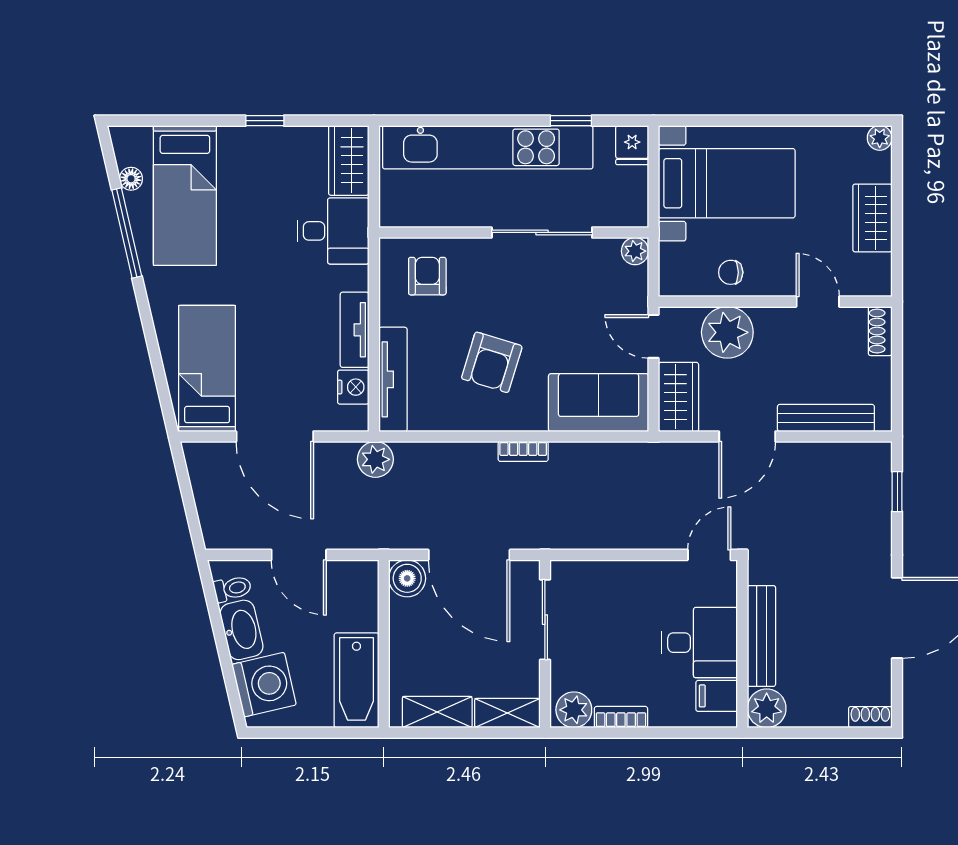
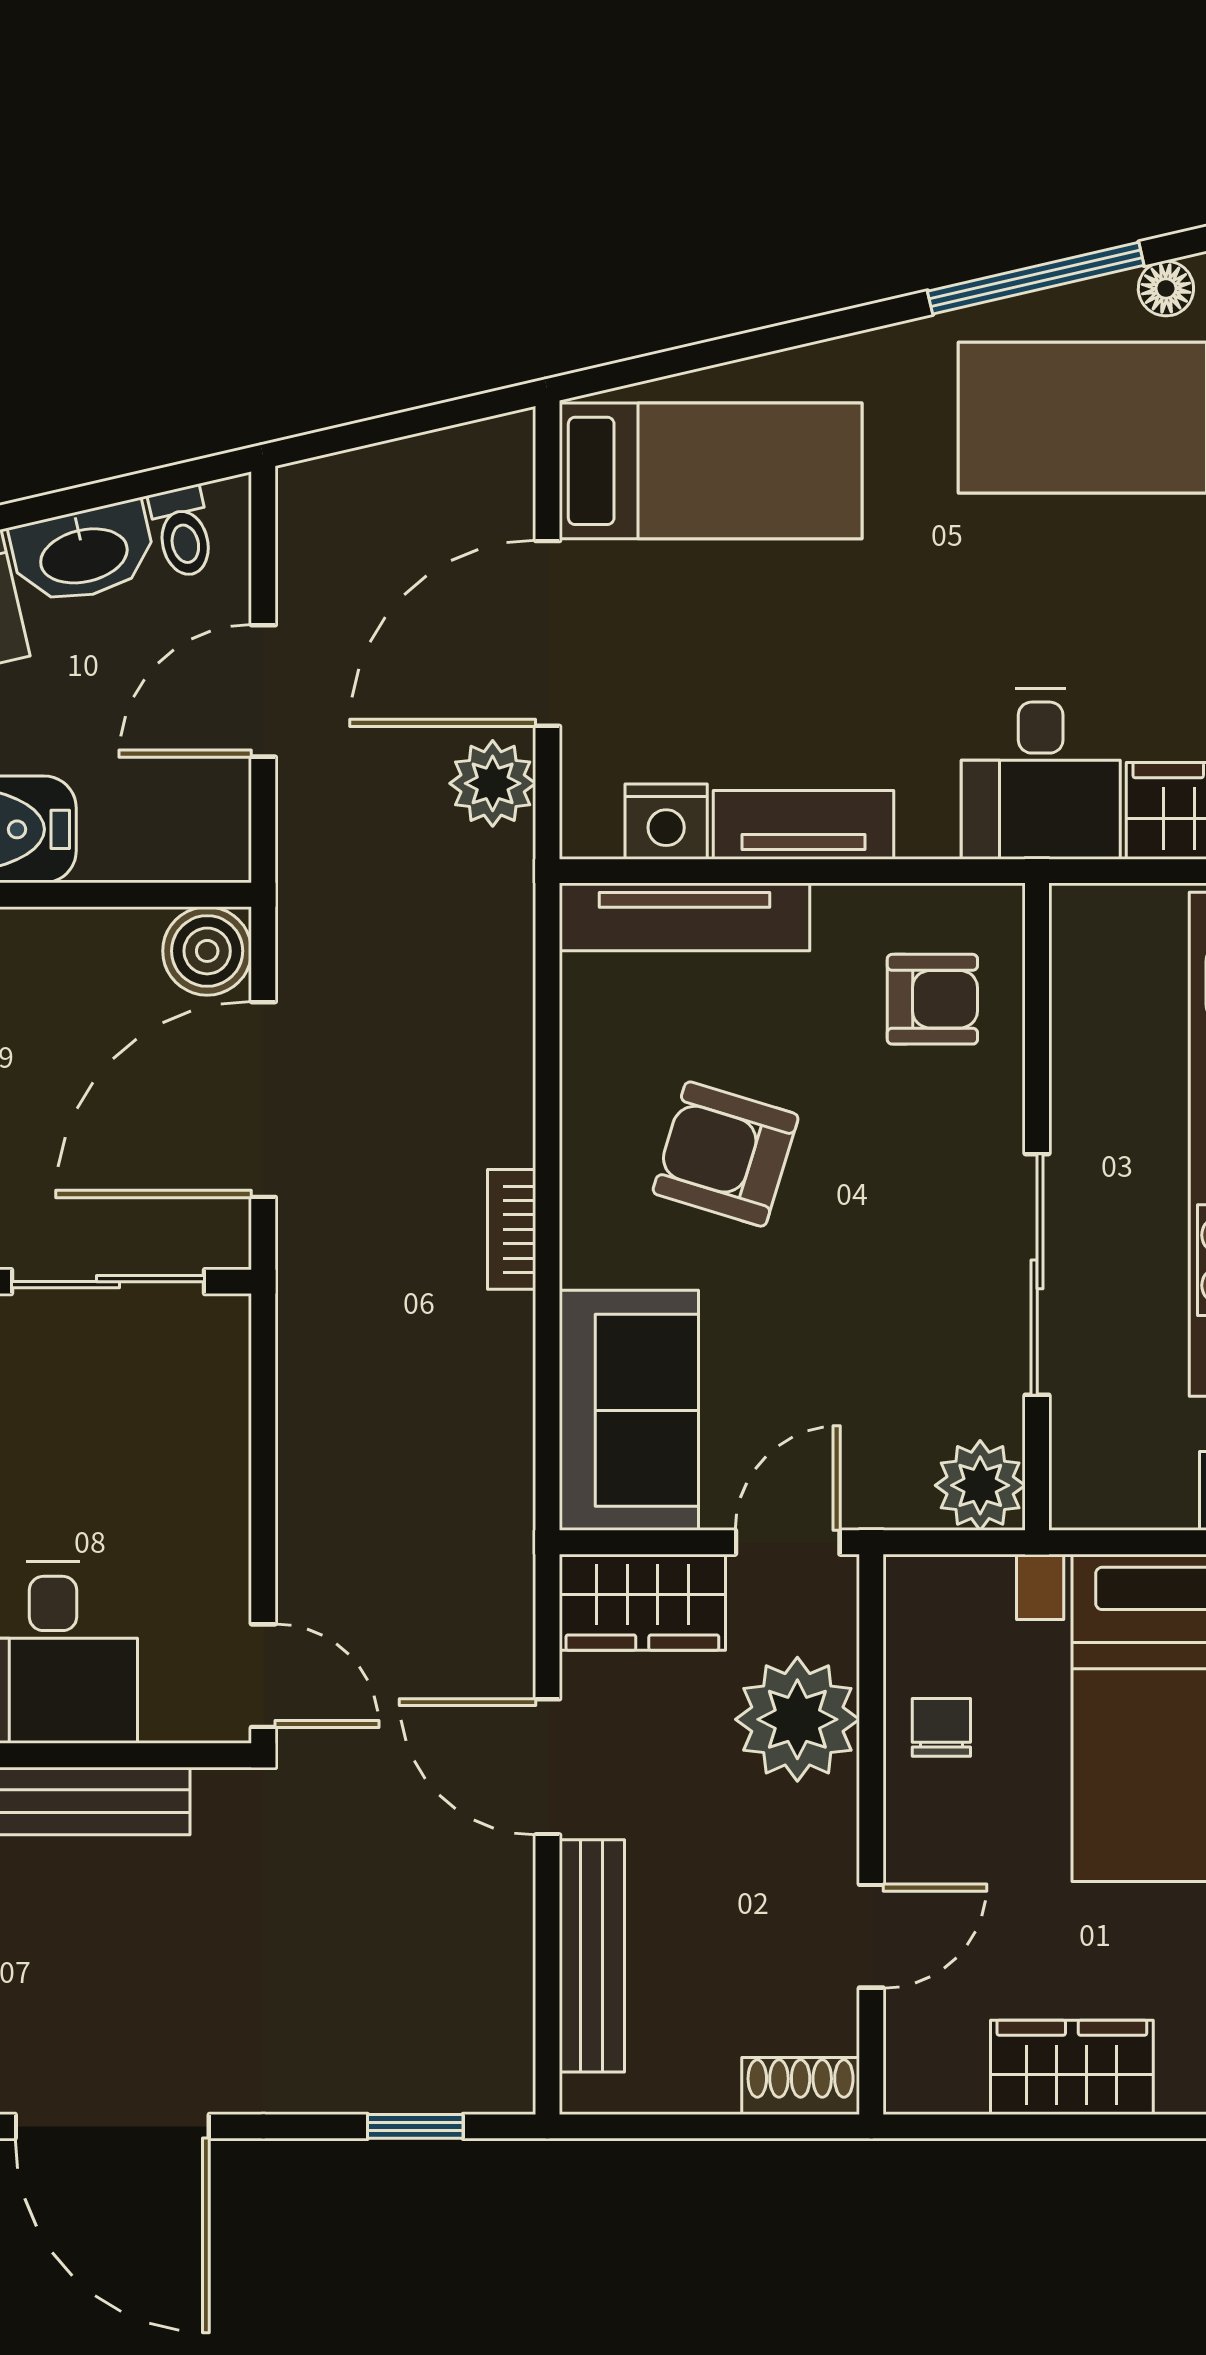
plant: (635, 251) -> (980, 1485), width x1.38, depth x1.38
plant: (375, 459) -> (493, 783), moved

